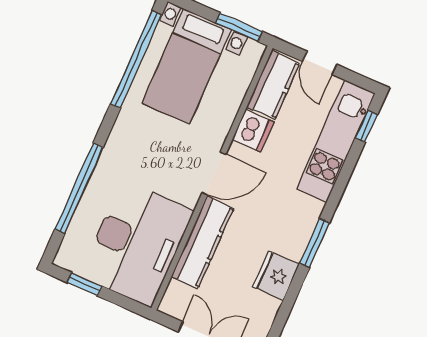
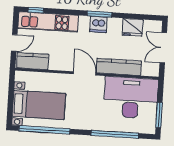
window: (239, 27) -> (11, 87), removed
dishwasher: (253, 131) -> (98, 24), moved, turned 180
fridge: (276, 276) -> (133, 27), moved
window: (84, 284) -> (159, 115), width x1.50

